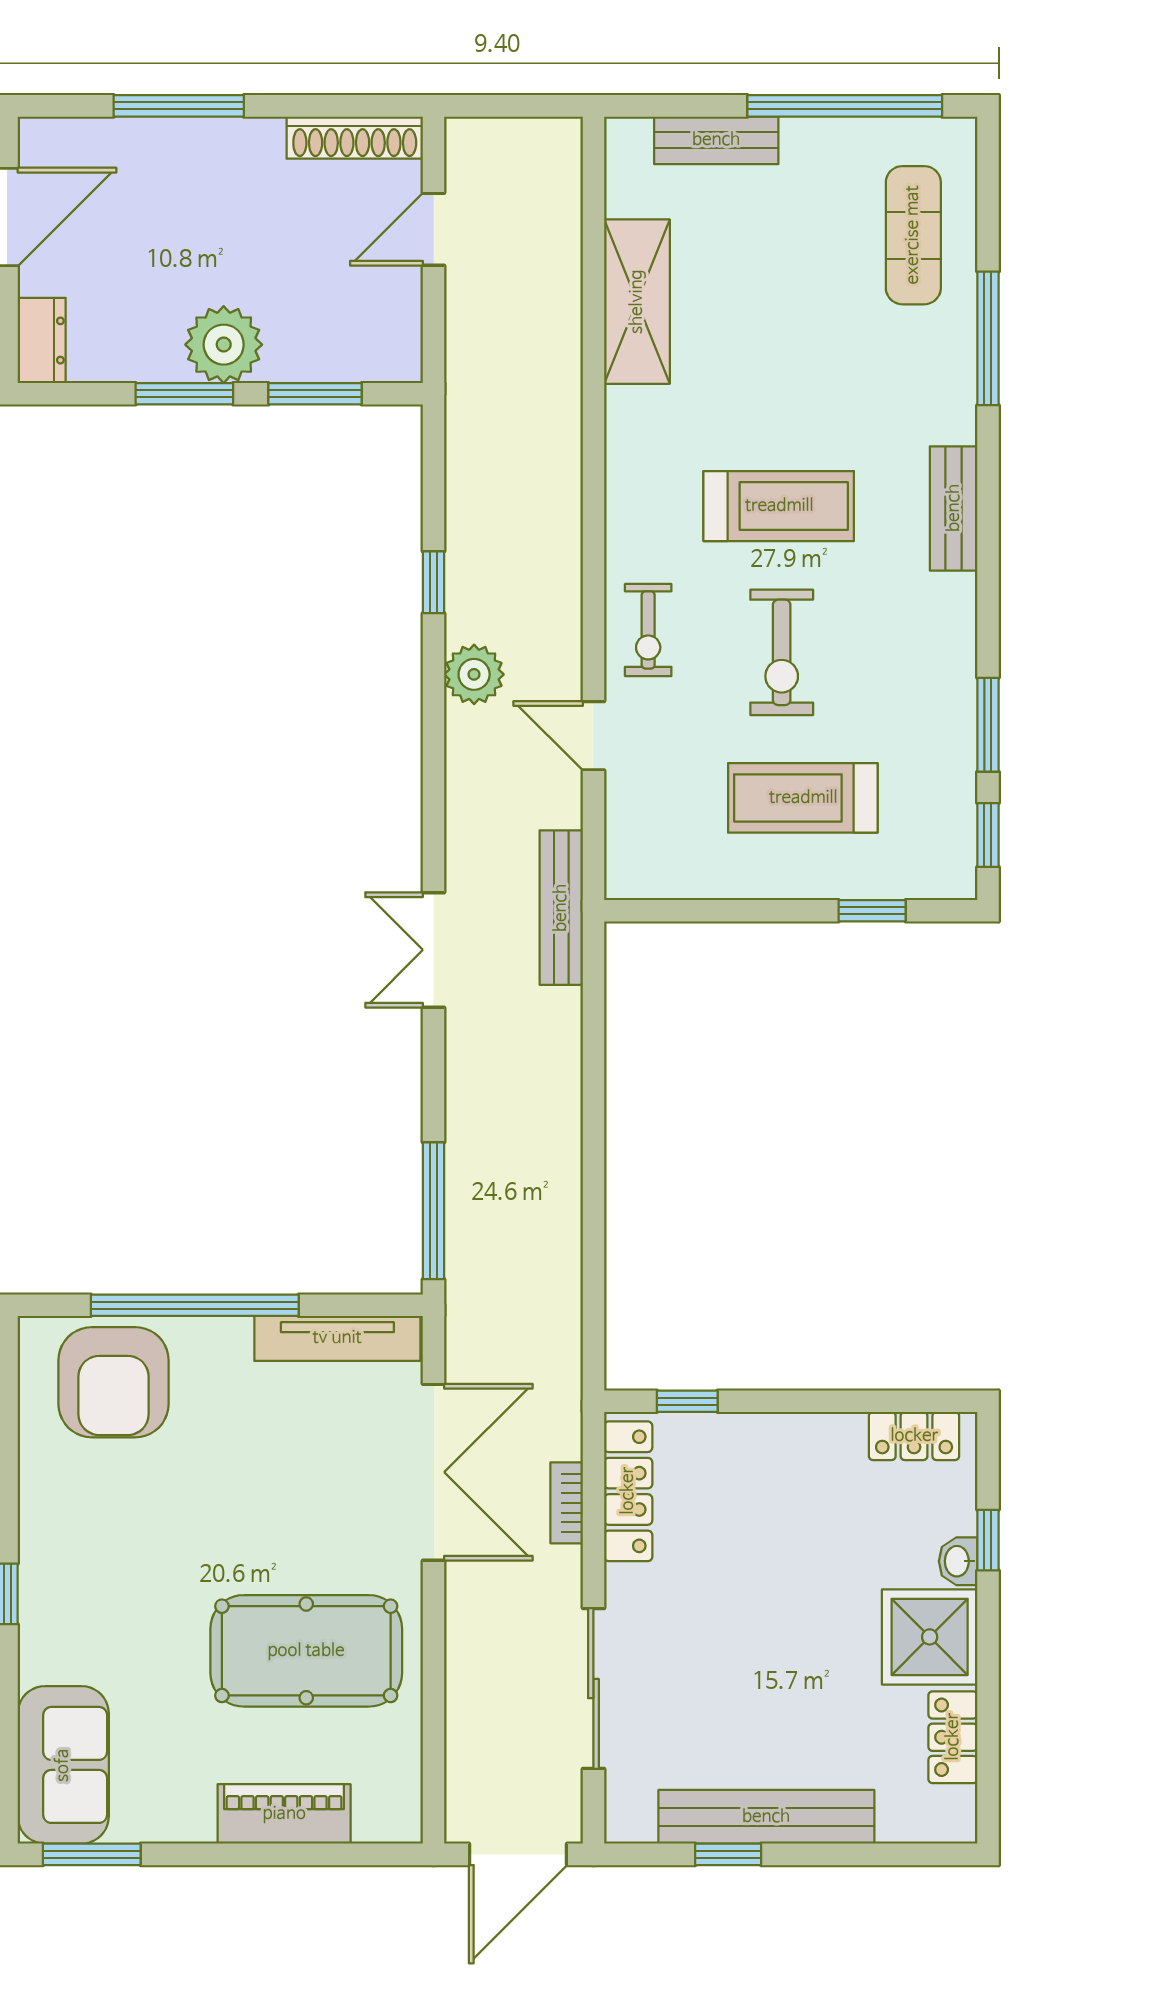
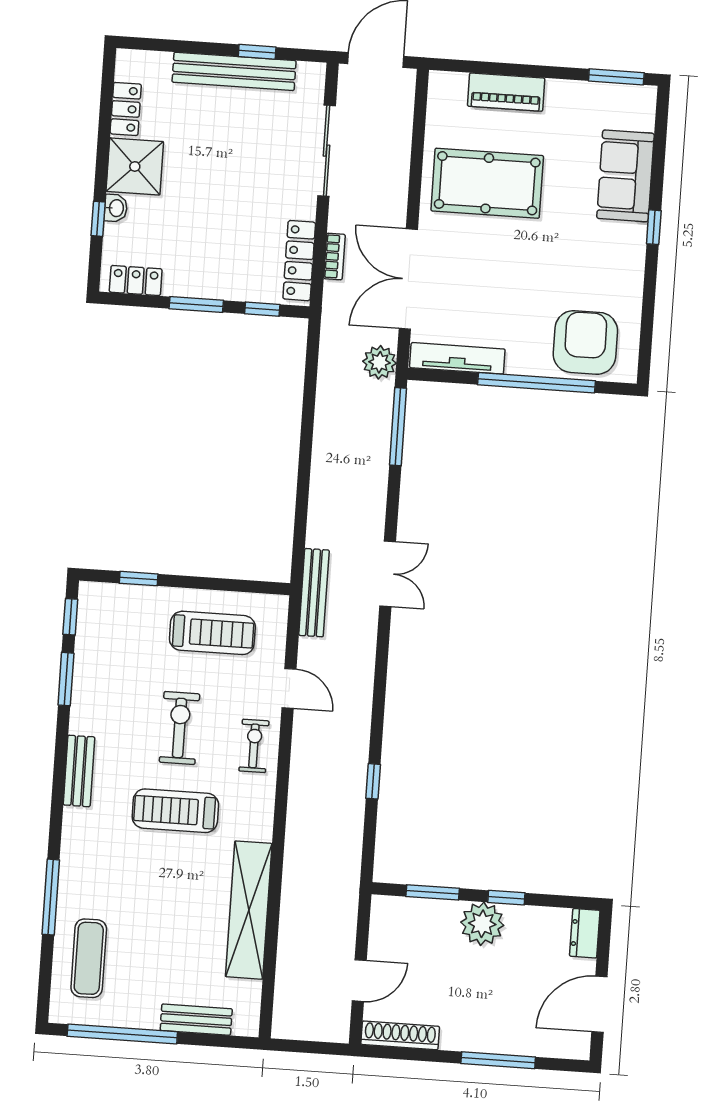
shelving: (637, 302) -> (249, 910), width x1.47
window: (184, 394) -> (506, 898), width x0.67
bench: (954, 508) -> (79, 771), moved
plant: (474, 674) -> (380, 362), moved
treadmill: (803, 798) -> (212, 633), moved
window: (804, 1401) -> (196, 304), added
sofa: (63, 1765) -> (626, 176), moved

